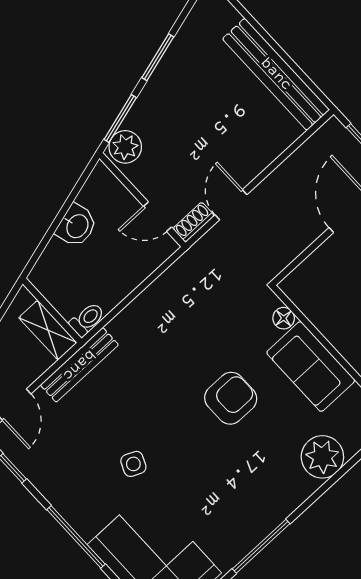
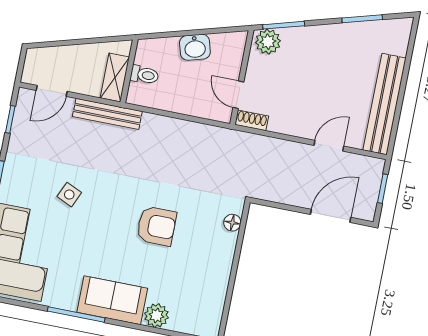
window: (158, 57) -> (362, 19), moved
door: (231, 205) -> (329, 146), moved
toilet: (87, 319) -> (144, 75), moved
sofa: (311, 367) -> (112, 300), moved, turned 90
plant: (322, 457) -> (157, 316), width x0.73, depth x0.73

